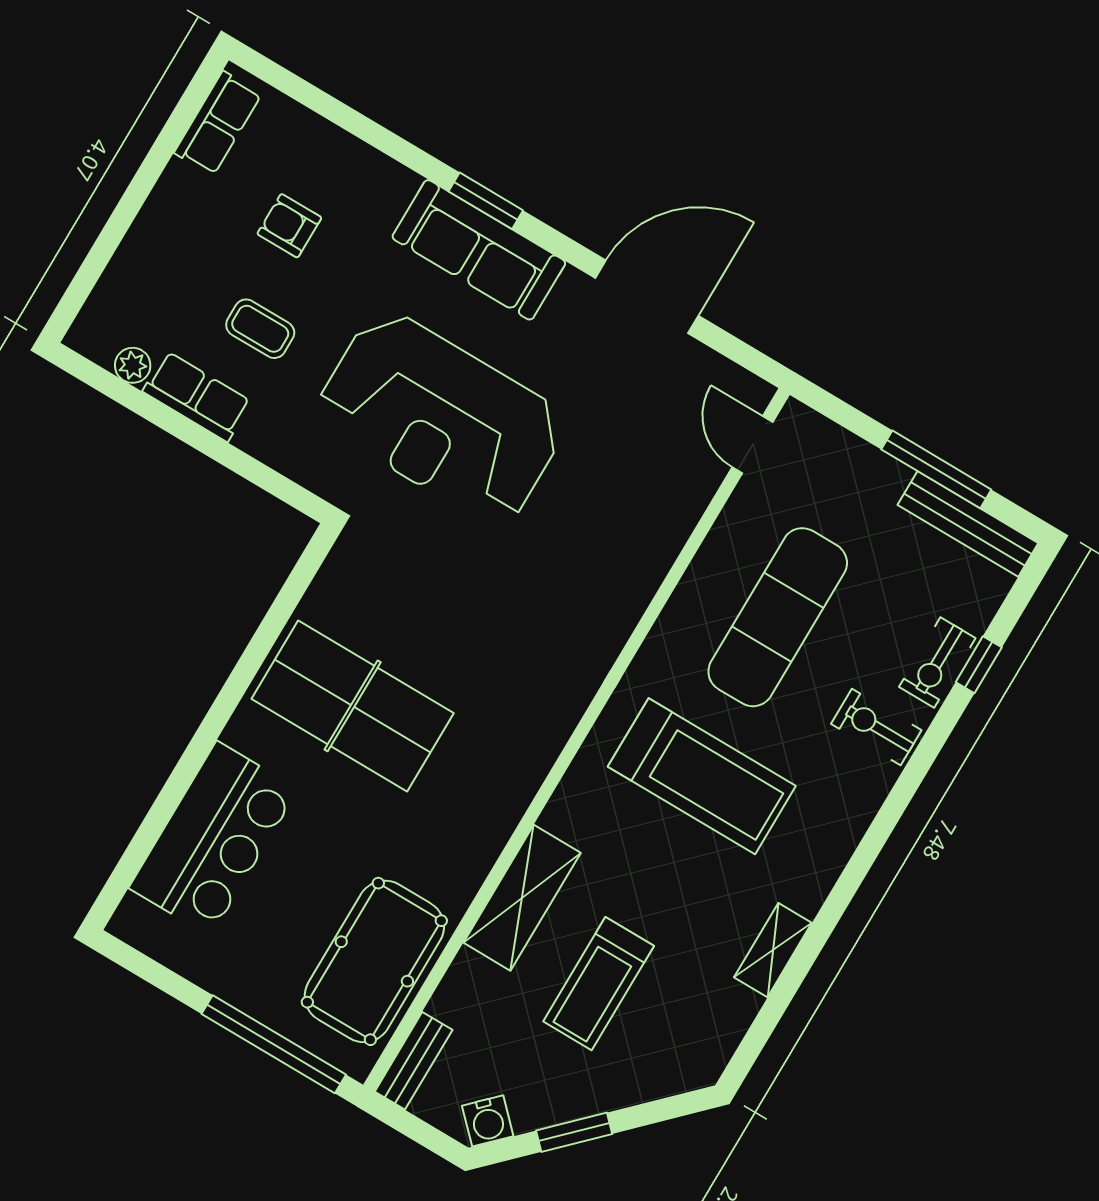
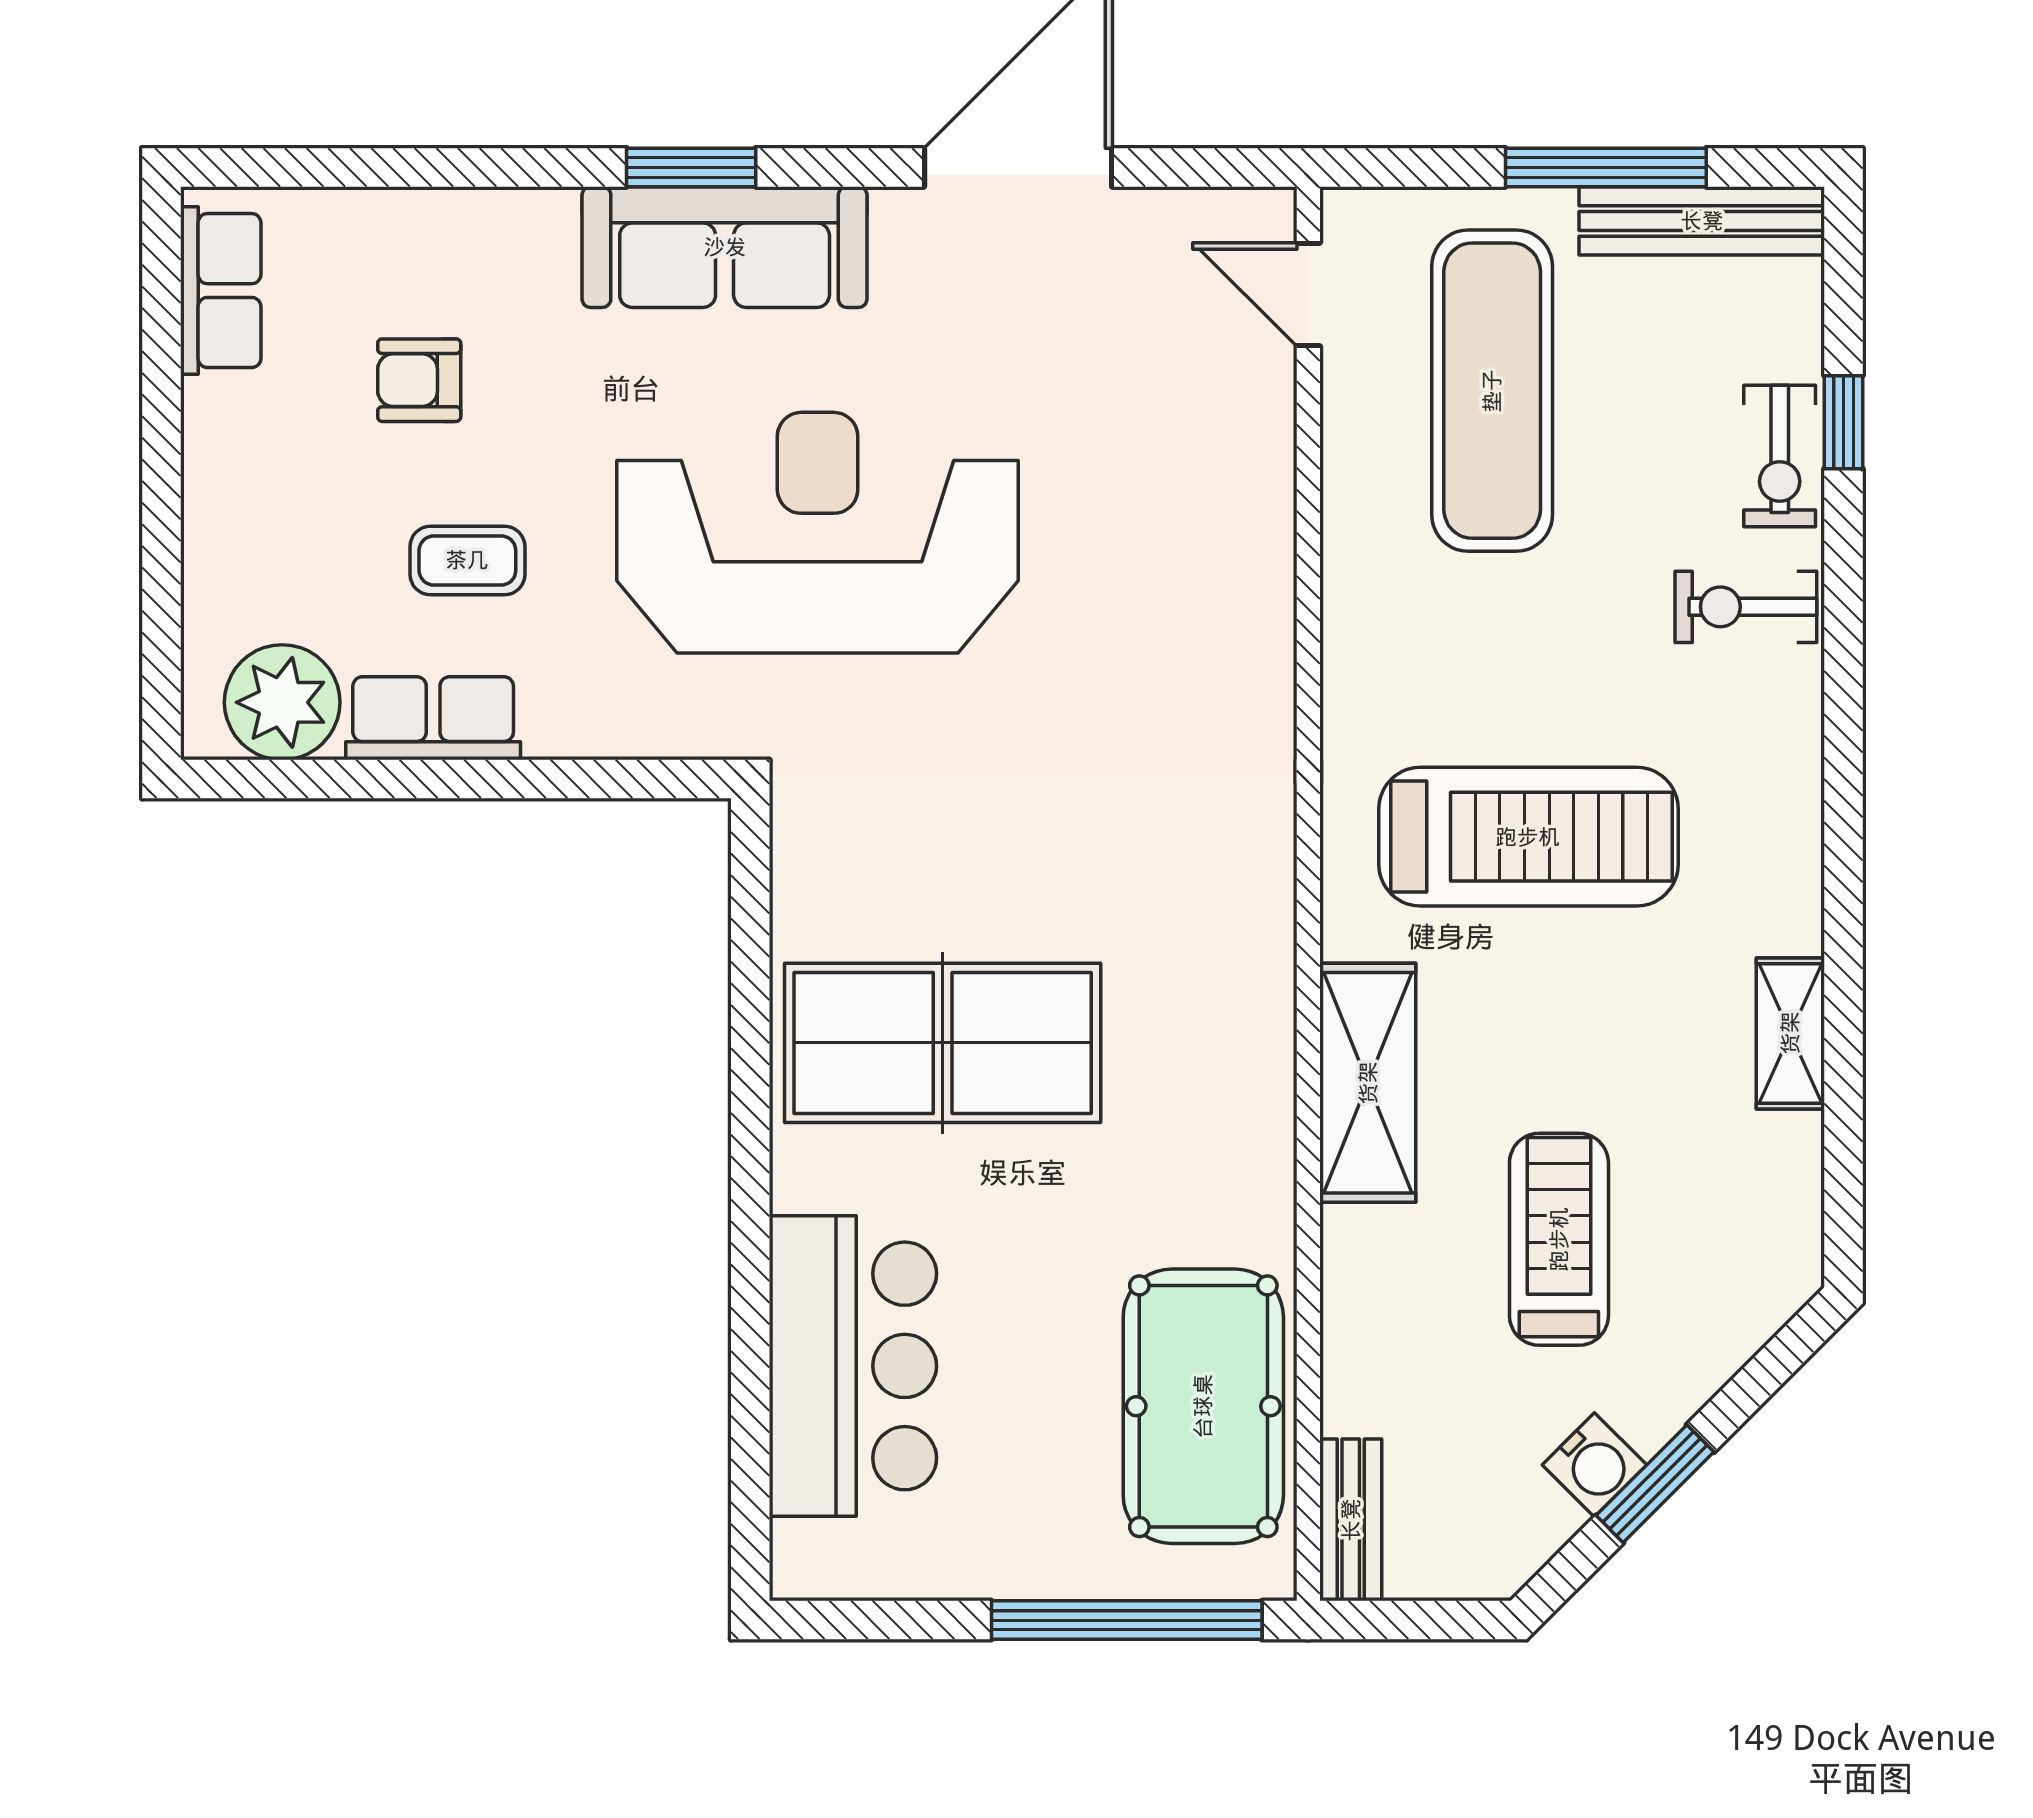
plant: (133, 365) -> (282, 702), width x1.88, depth x1.88
reception desk: (441, 418) -> (818, 533), turned 180
exercise mat: (778, 617) -> (1492, 391), moved
shelving: (522, 898) -> (1368, 1083), moved
treadmill: (599, 984) -> (1559, 1239), turned 180
water cooler: (488, 1121) -> (1594, 1465), moved

